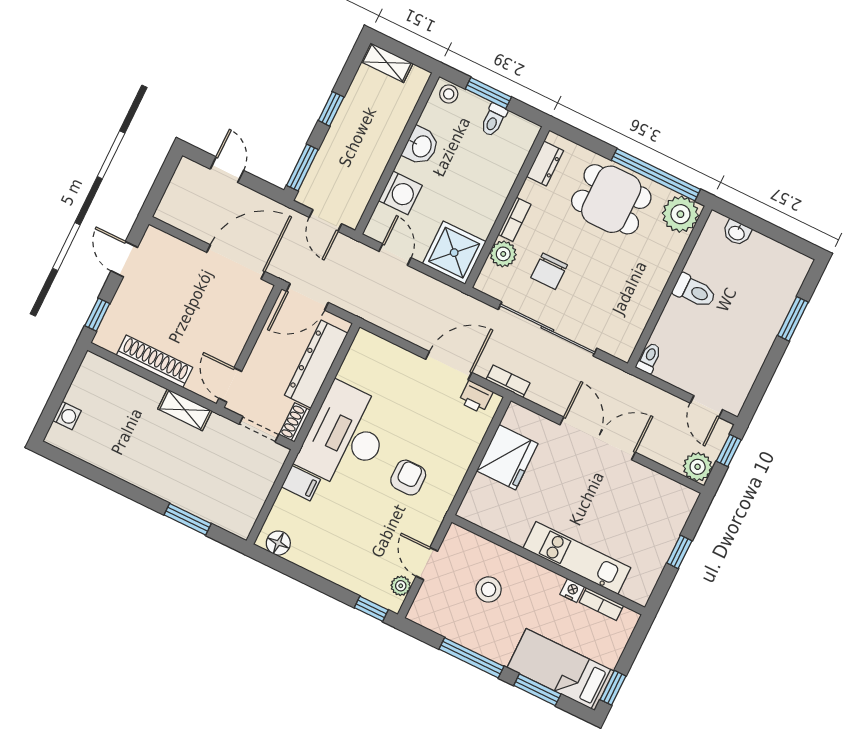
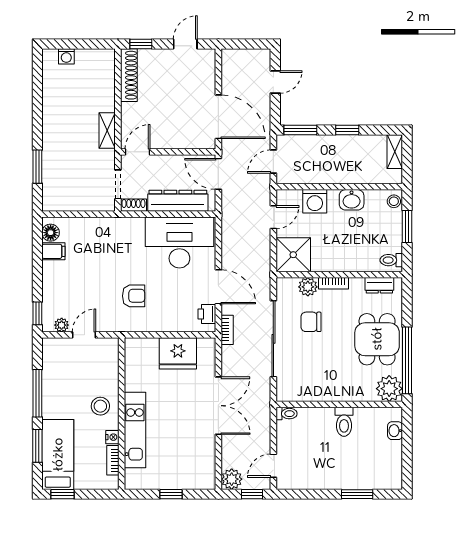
toilet: (494, 120) -> (391, 260), moved
shoe rack: (154, 361) -> (129, 75), moved
desk: (346, 436) -> (179, 243), moved
filing cabinet: (301, 483) -> (53, 251), moved, turned -90
stool: (489, 589) -> (100, 406), moved

